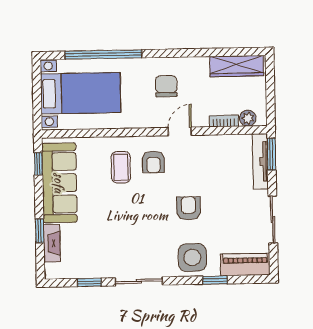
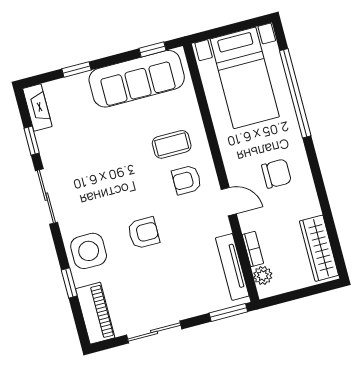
tv unit: (260, 161) -> (232, 267), moved, turned -90
fireplace: (52, 243) -> (37, 107), moved, turned -90

